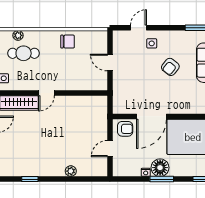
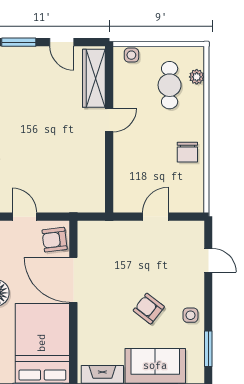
side table: (152, 43) -> (190, 315), moved
door: (46, 93) -> (109, 120), swing flipped
armchair: (125, 129) -> (55, 240), turned 83

